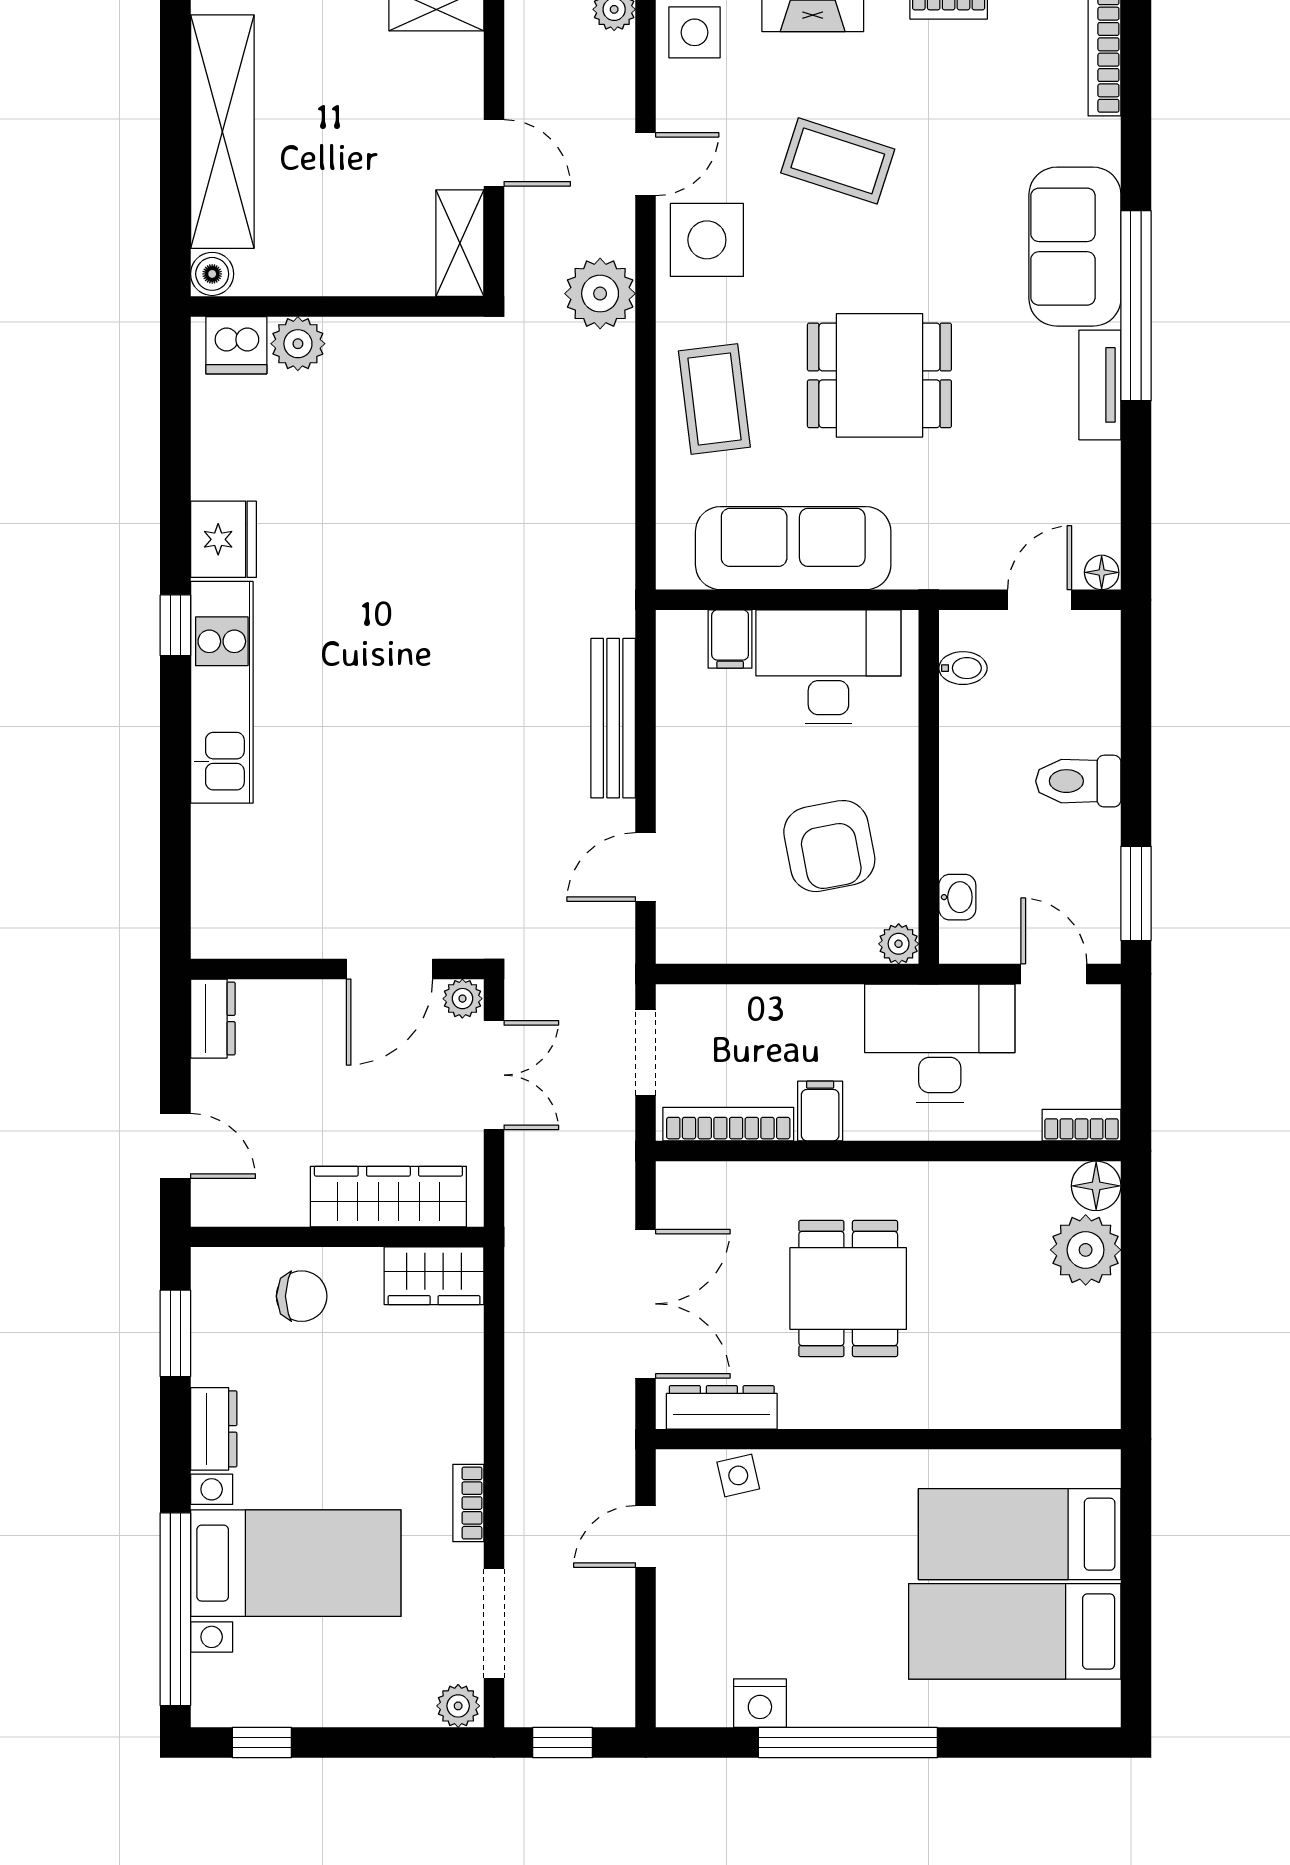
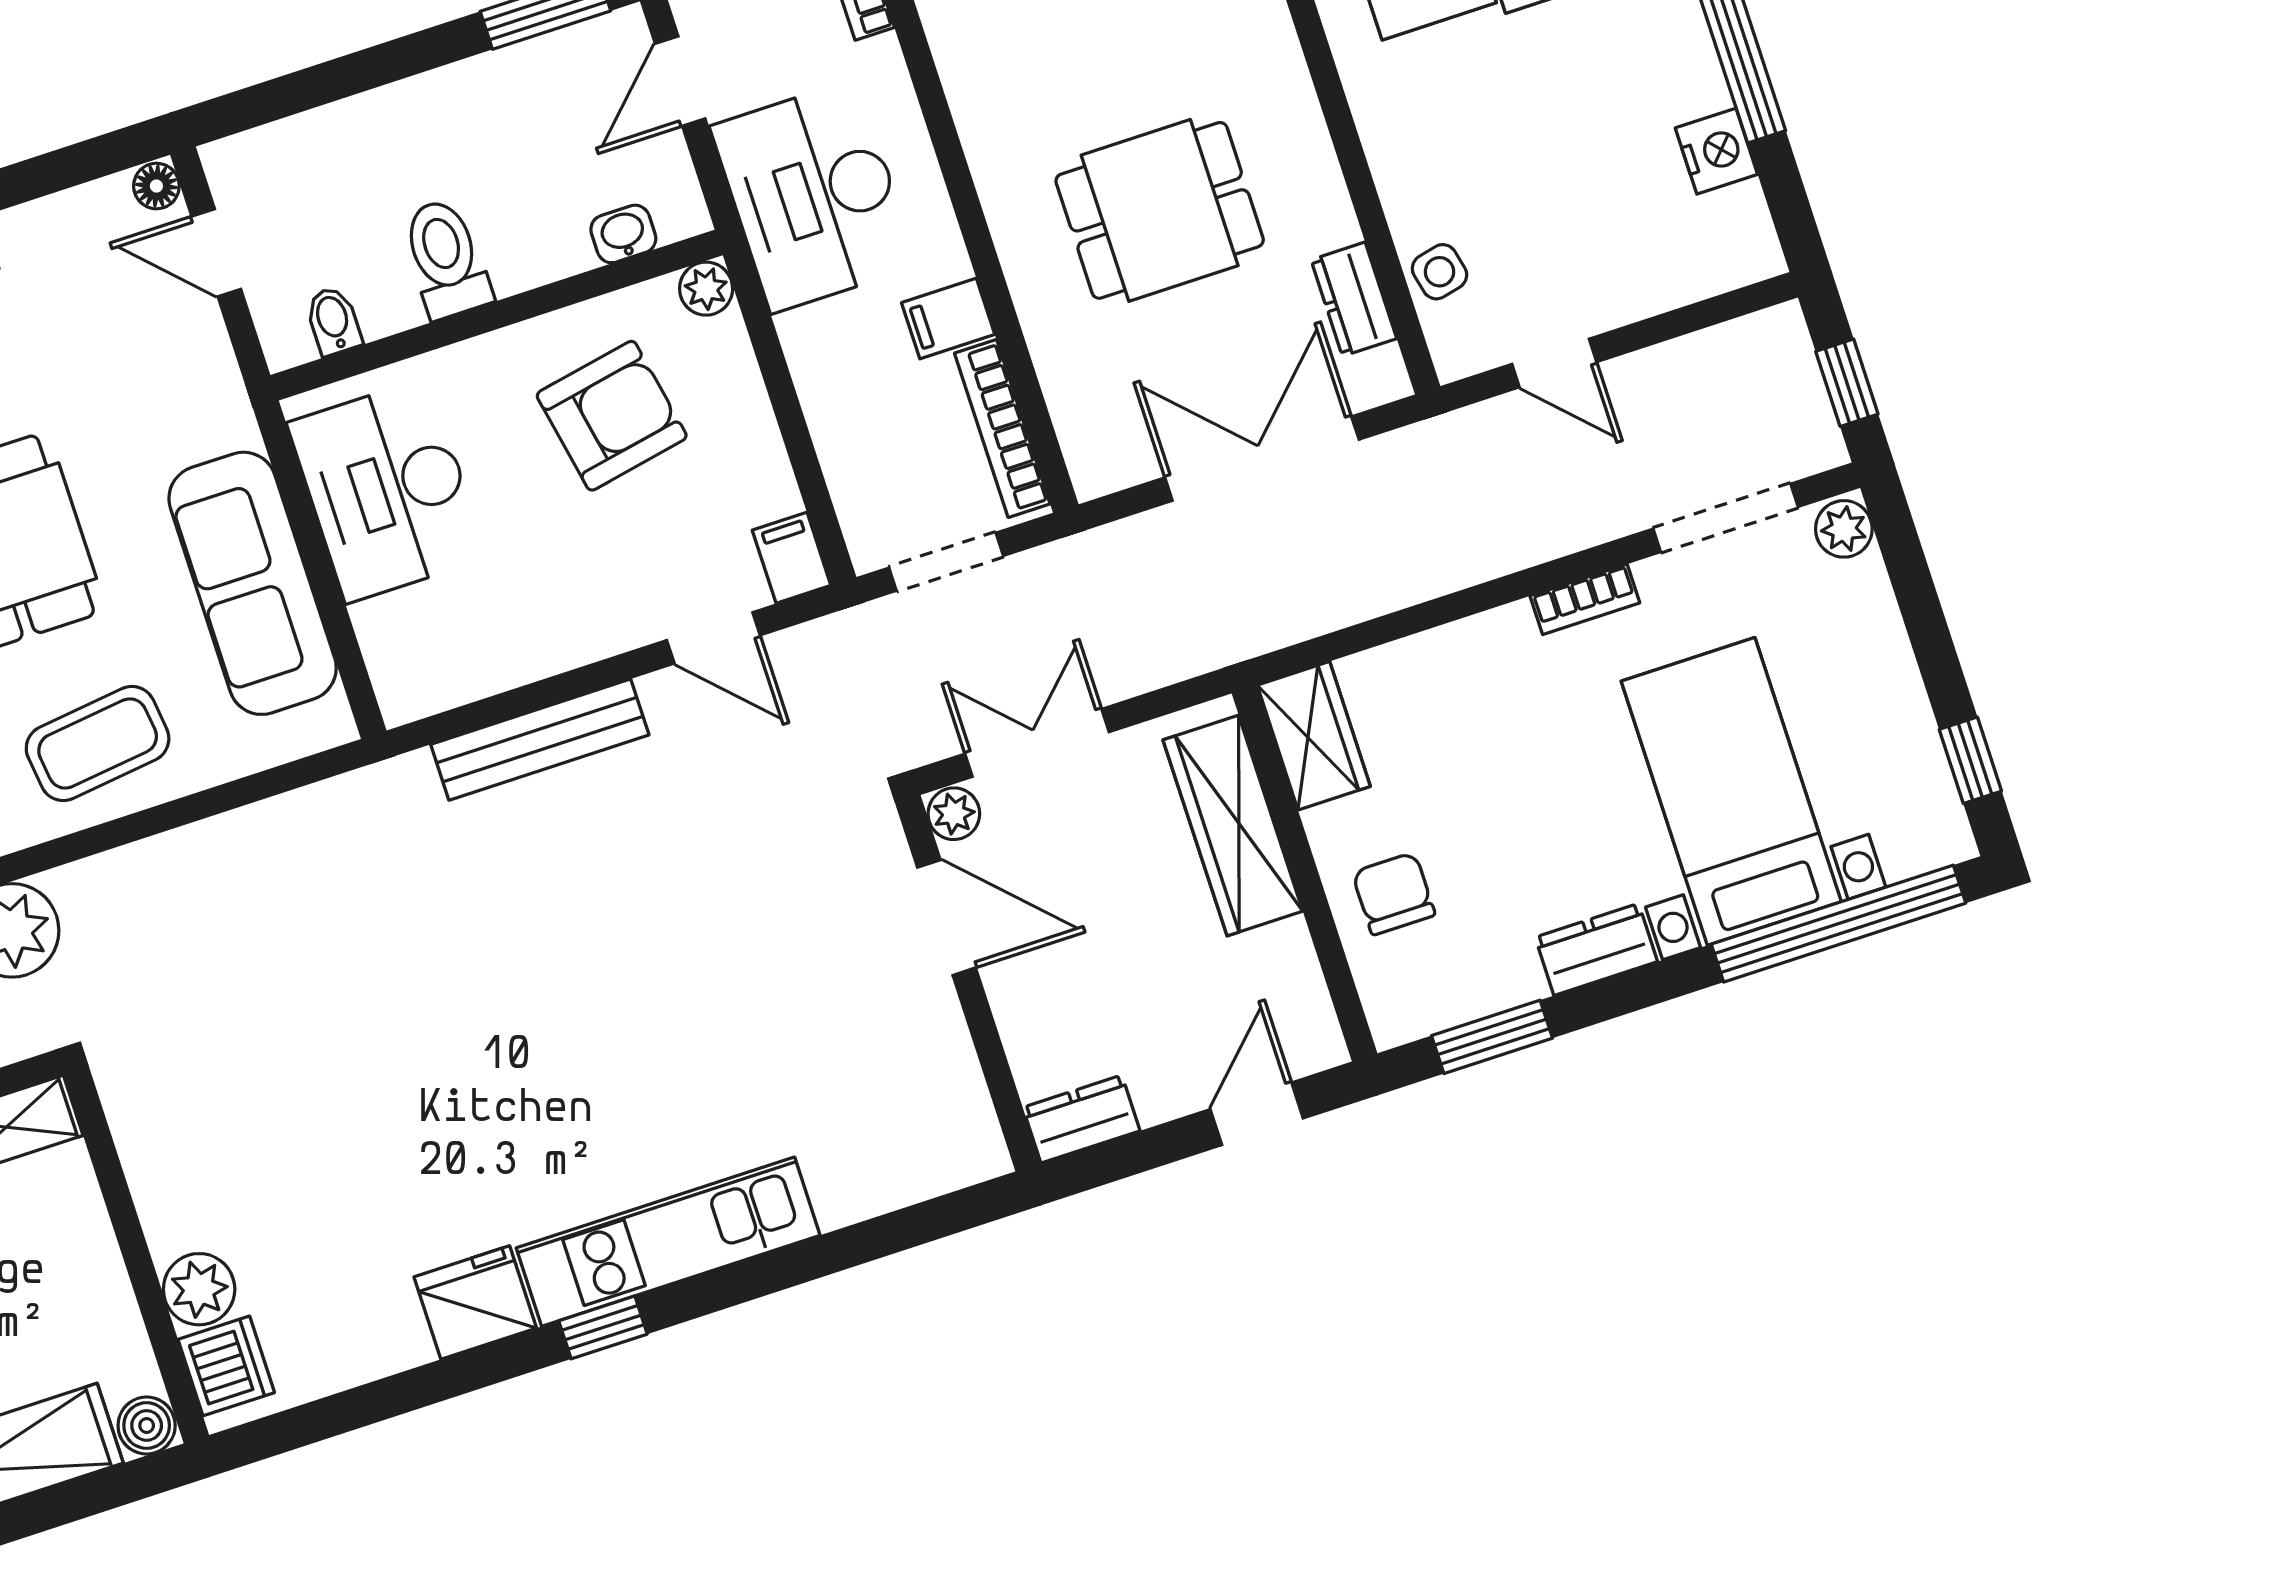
filing cabinet: (730, 639) -> (792, 558), moved, turned -90
toilet: (1078, 781) -> (446, 258), moved, turned 180
dresser: (722, 1407) -> (1354, 299), width x0.70

